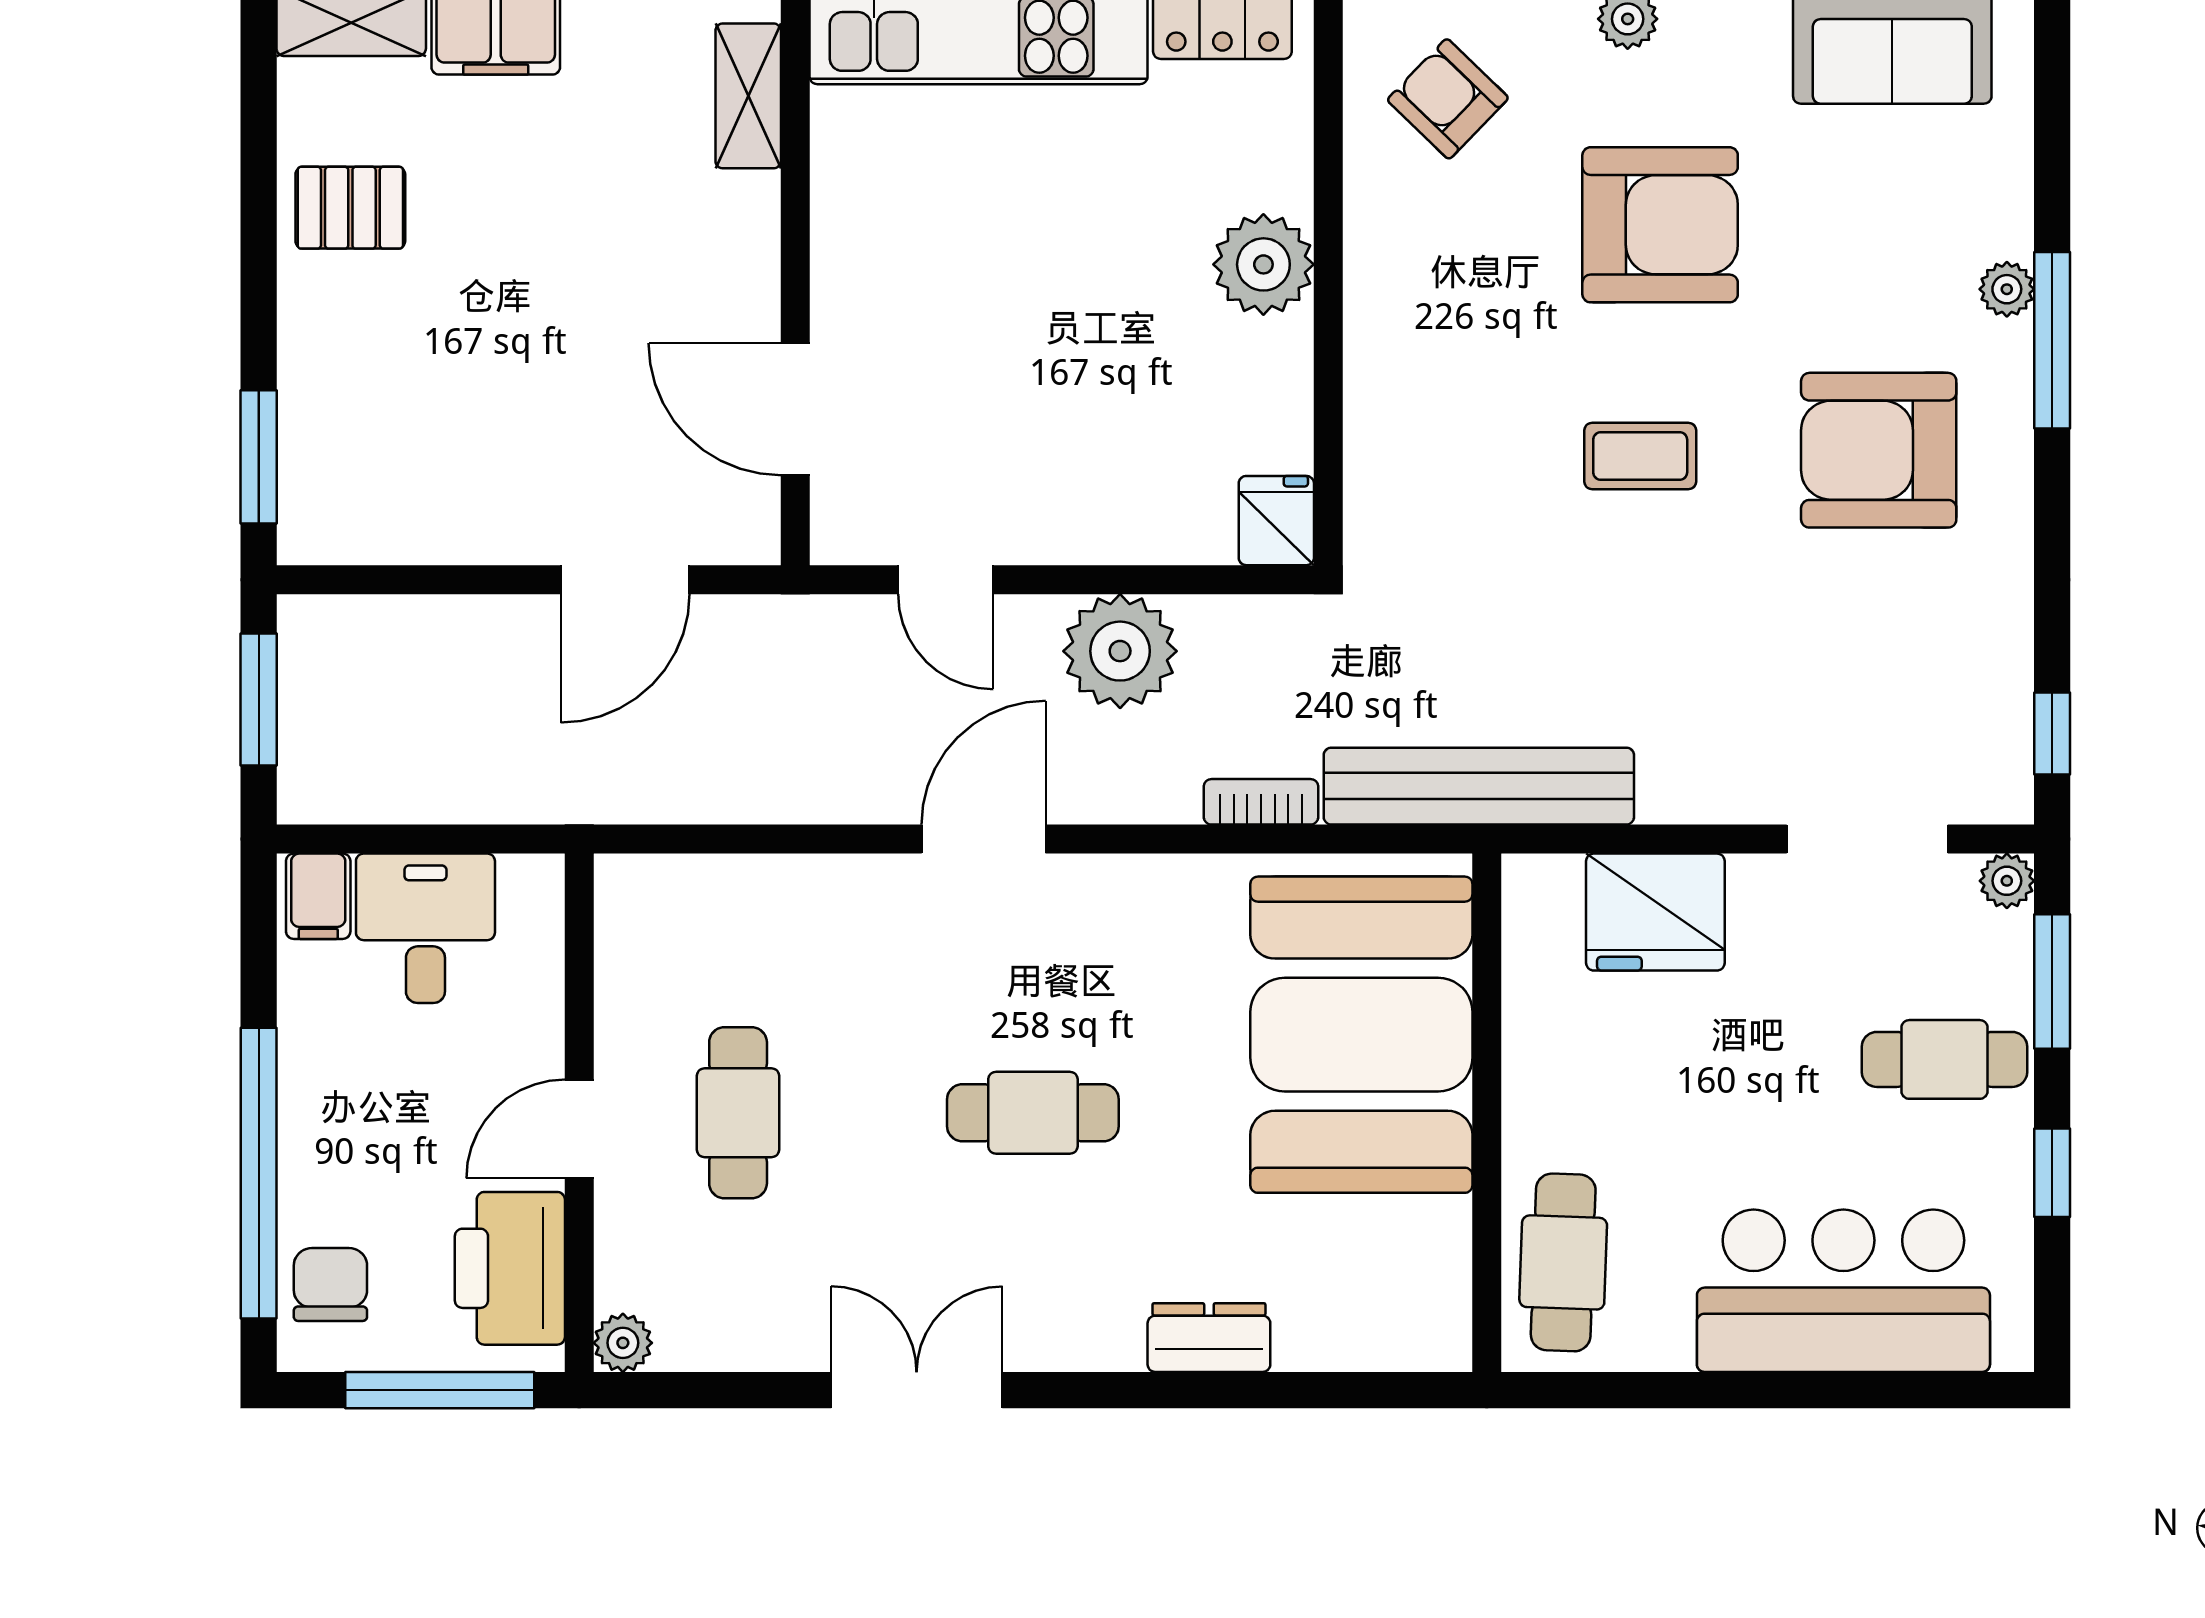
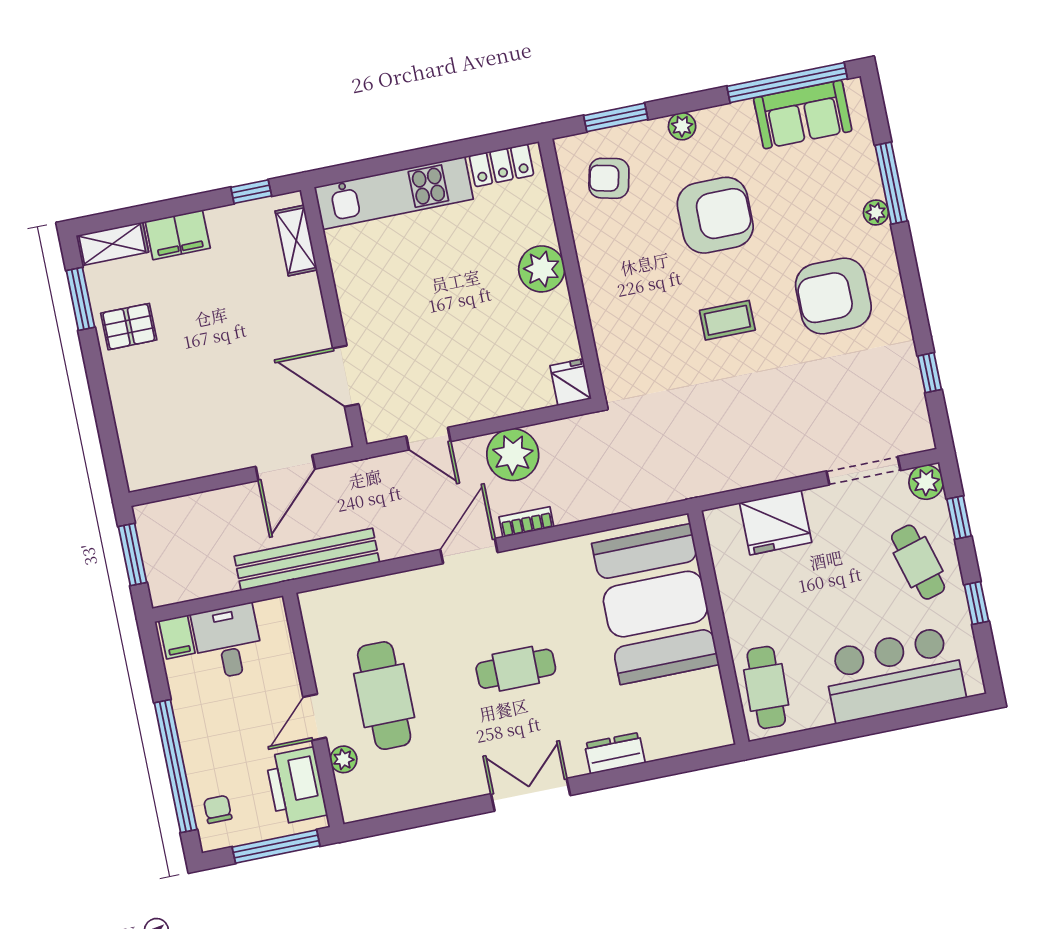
armchair: (1448, 99) -> (609, 178), turned -31
window: (2052, 340) -> (891, 183), moved
window: (259, 457) -> (80, 299), moved
window: (2052, 733) -> (930, 373), moved
bench: (1479, 786) -> (307, 559), moved
bookcase: (1261, 802) -> (526, 522), moved
plant: (2007, 881) -> (926, 482), width x1.38, depth x1.38
window: (2052, 981) -> (959, 518), width x0.67
cafe table: (1944, 1059) -> (918, 562), turned 74
cafe table: (738, 1113) -> (384, 696), width x1.37, depth x1.35
chair: (330, 1284) -> (218, 809), width x0.73, depth x0.73
plant: (623, 1343) -> (344, 759), moved
double door: (917, 1390) -> (531, 795), moved

